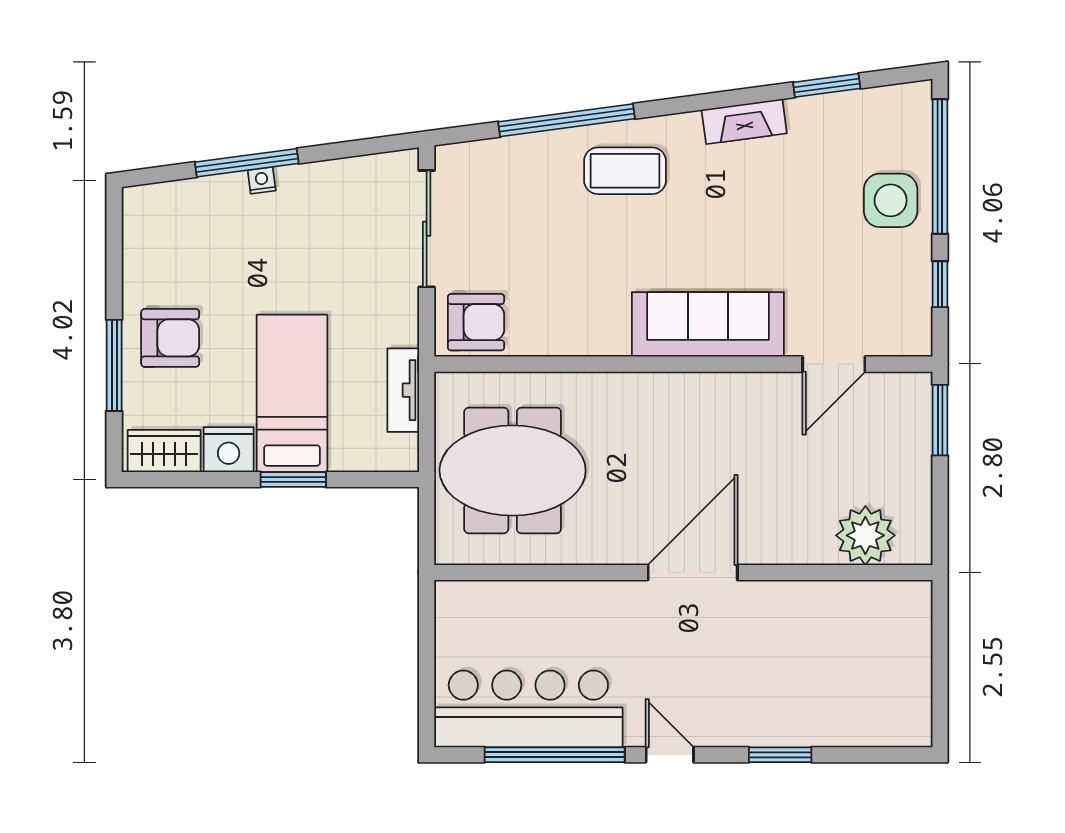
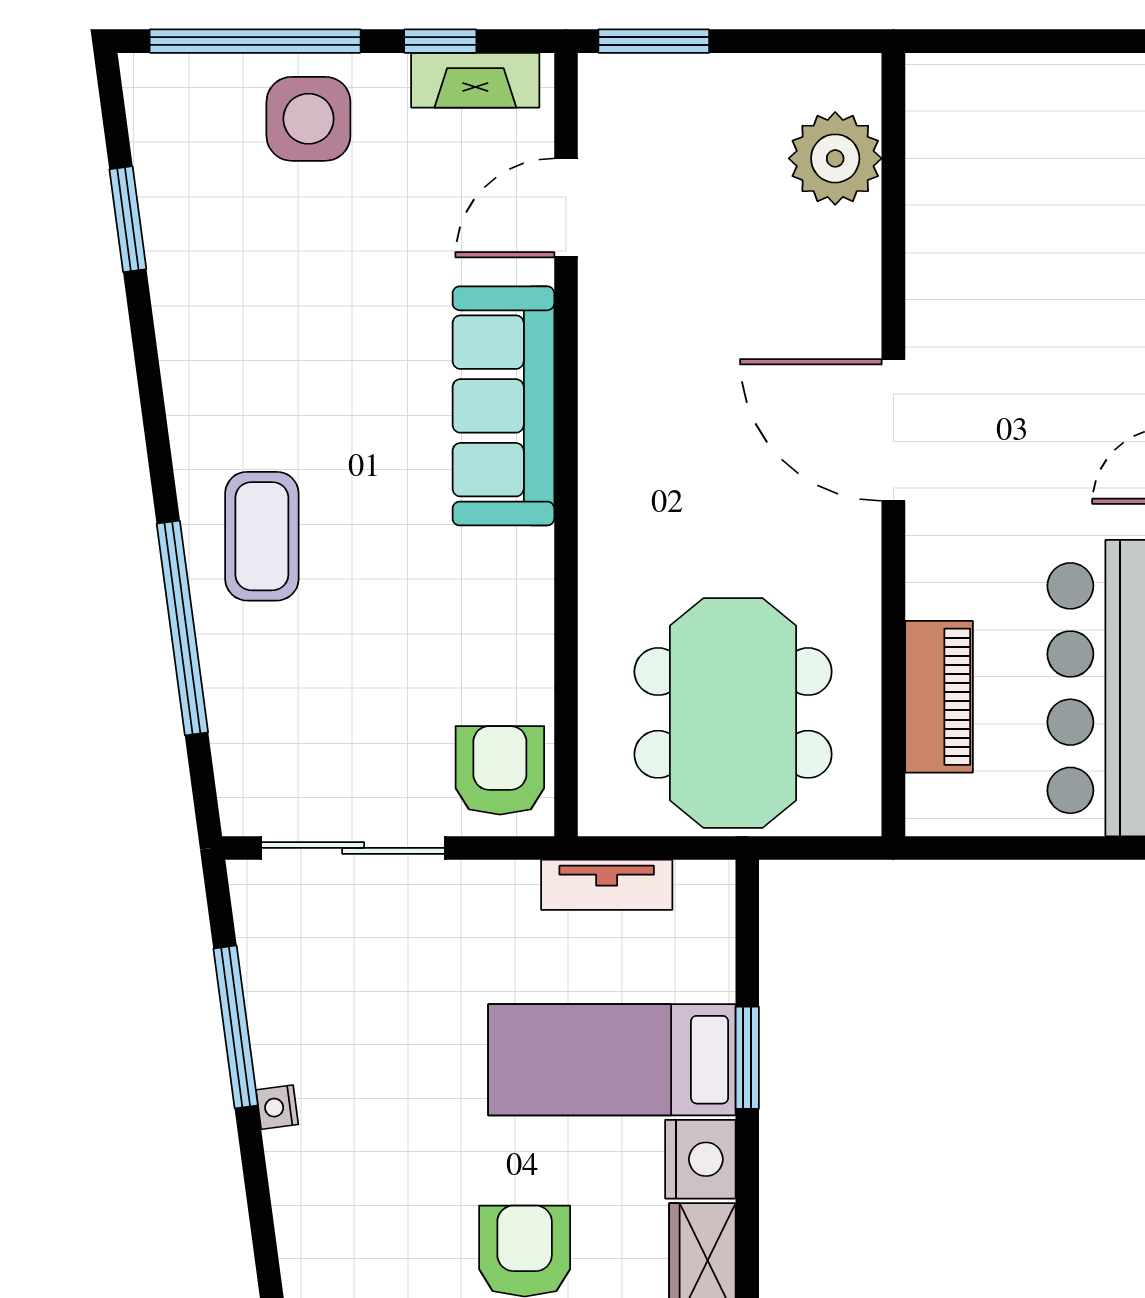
fireplace: (744, 122) -> (475, 80), moved, turned 98
window: (247, 163) -> (236, 1027), moved
door: (834, 364) -> (566, 208), swing flipped
piano: (523, 602) -> (939, 697), added

